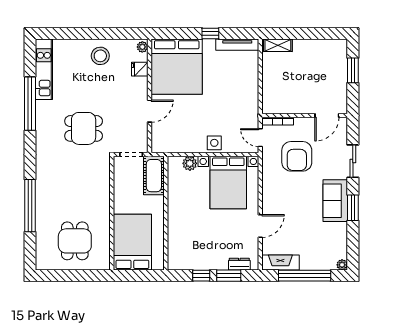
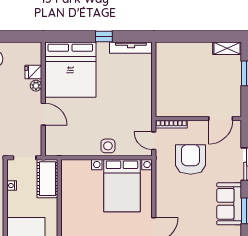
shelving: (278, 45) -> (227, 48), moved
plant: (142, 47) -> (36, 86), moved
door: (150, 111) -> (43, 114), hinge flipped
armchair: (297, 156) -> (191, 159), turned 180
plant: (190, 163) -> (83, 166), removed
nightstand: (118, 182) -> (12, 185), added

